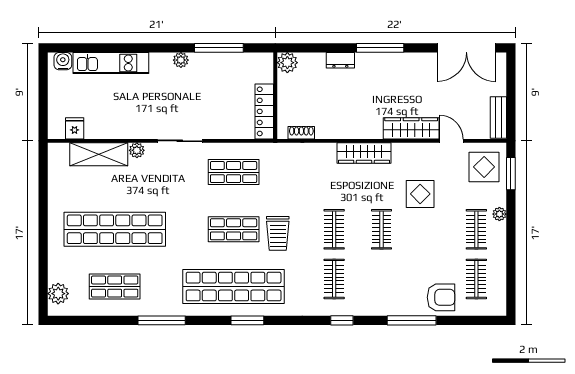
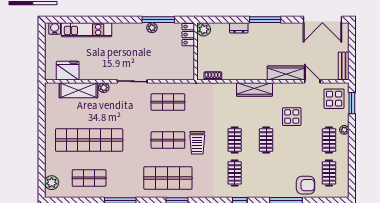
plant: (181, 60) -> (152, 28), moved
locker: (264, 111) -> (188, 35), moved, width x0.66
fridge: (75, 128) -> (68, 71), width x1.88, depth x1.34
shop shelf: (234, 287) -> (168, 178), width x0.71

